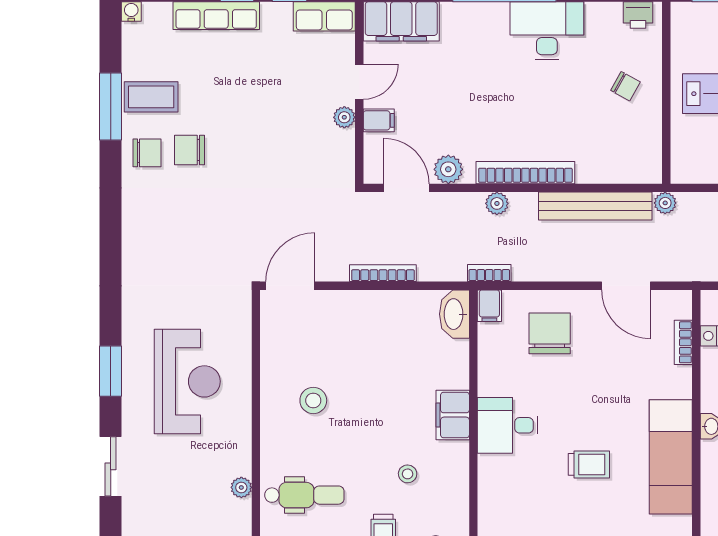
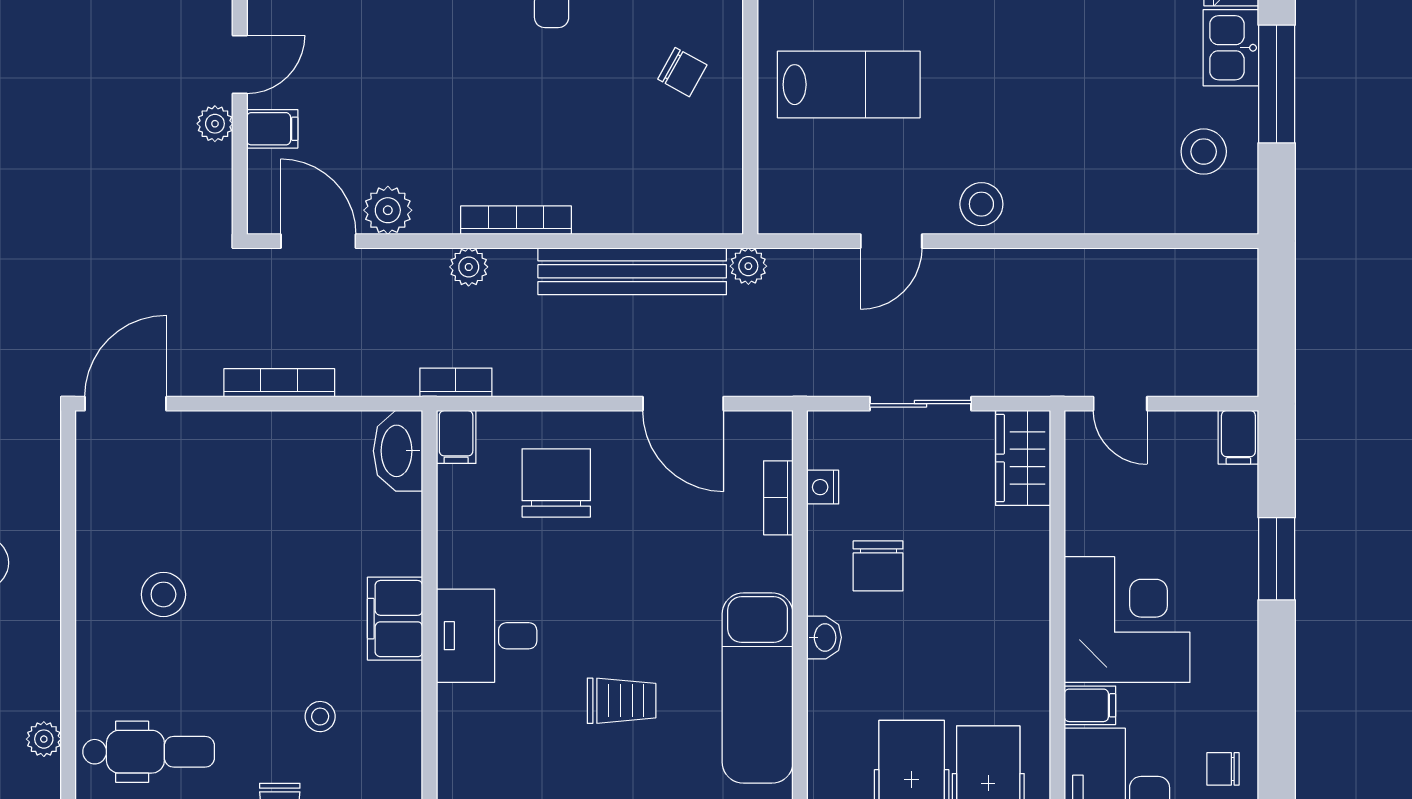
bookcase: (525, 173) -> (516, 220), width x0.68, depth x0.76

